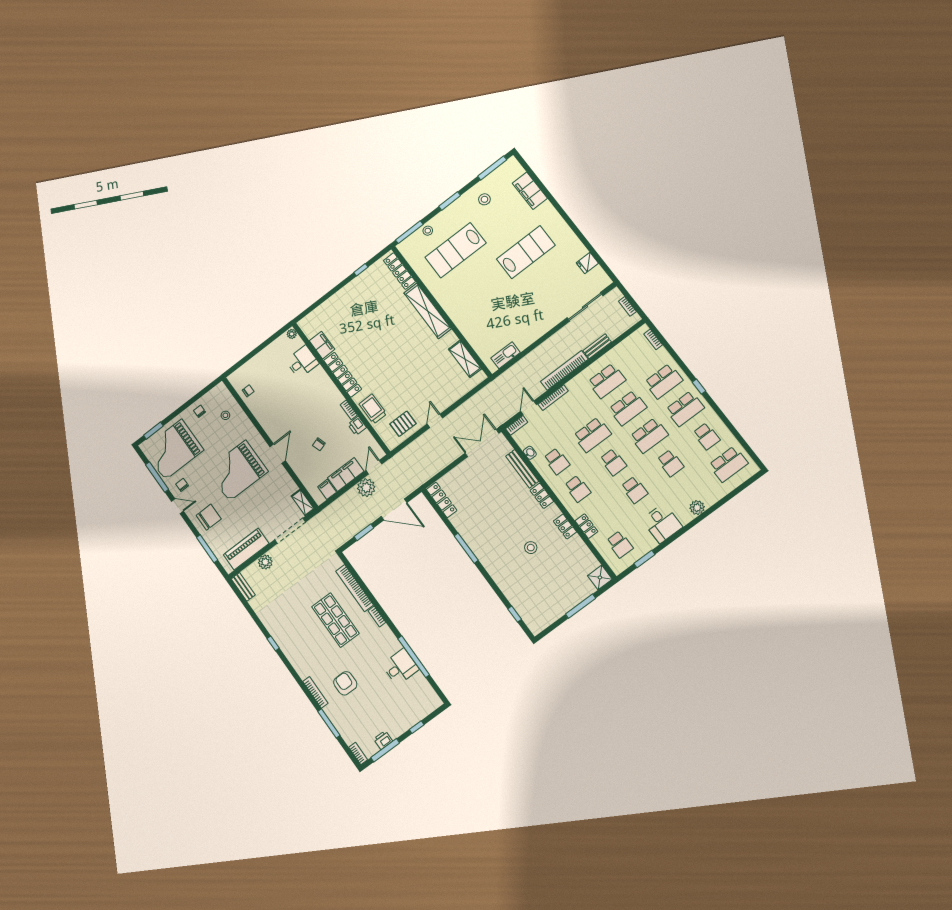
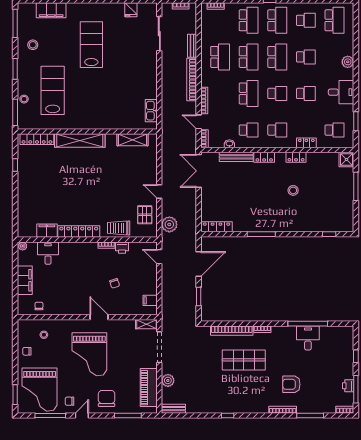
lab bench: (456, 250) -> (53, 90), turned 180
filing cabinet: (346, 475) -> (25, 280), moved, turned 180
plant: (366, 488) -> (169, 224), moved

